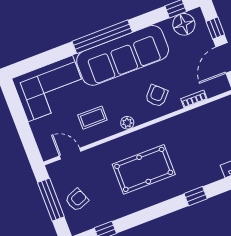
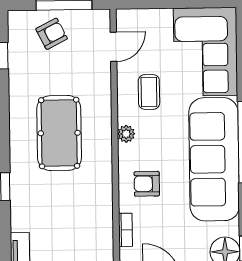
armchair: (157, 96) -> (147, 184), turned 138
armchair: (77, 200) -> (52, 34), turned -96

